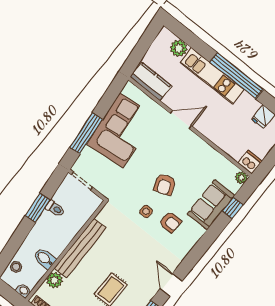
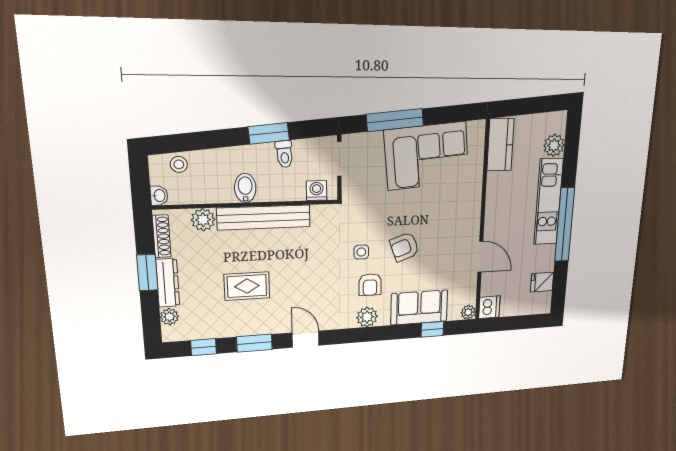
door: (181, 120) -> (480, 257), moved
washing machine: (89, 208) -> (317, 191), added
plant: (189, 240) -> (367, 317), added
bidet: (45, 258) -> (245, 188), moved
door: (171, 285) -> (306, 339), hinge flipped

